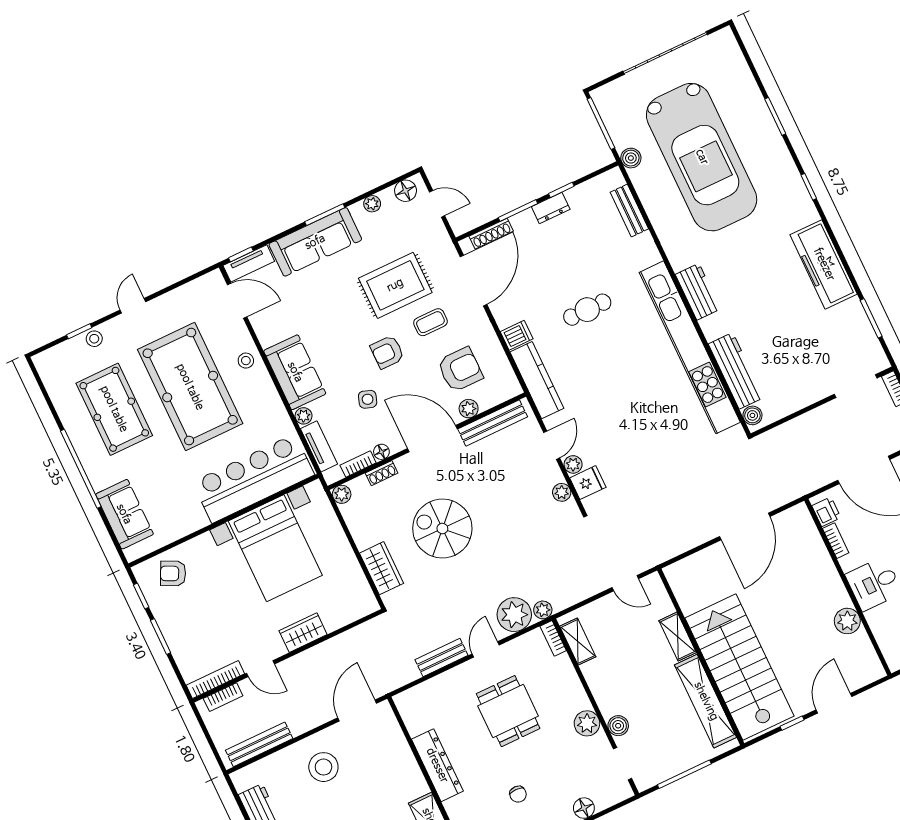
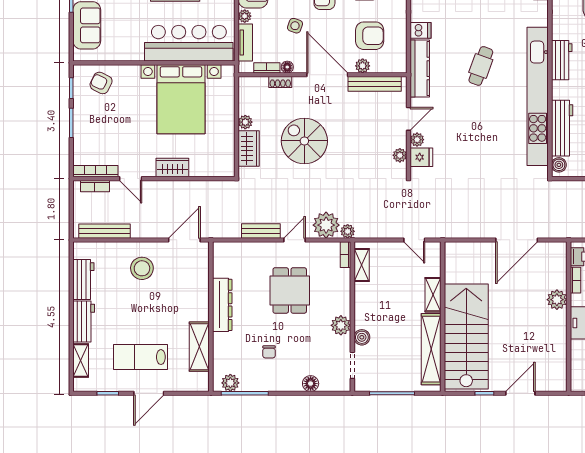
cafe table: (587, 310) -> (481, 66), moved, turned -70
plant: (342, 494) -> (245, 122), moved
plant: (847, 621) -> (557, 300), moved

